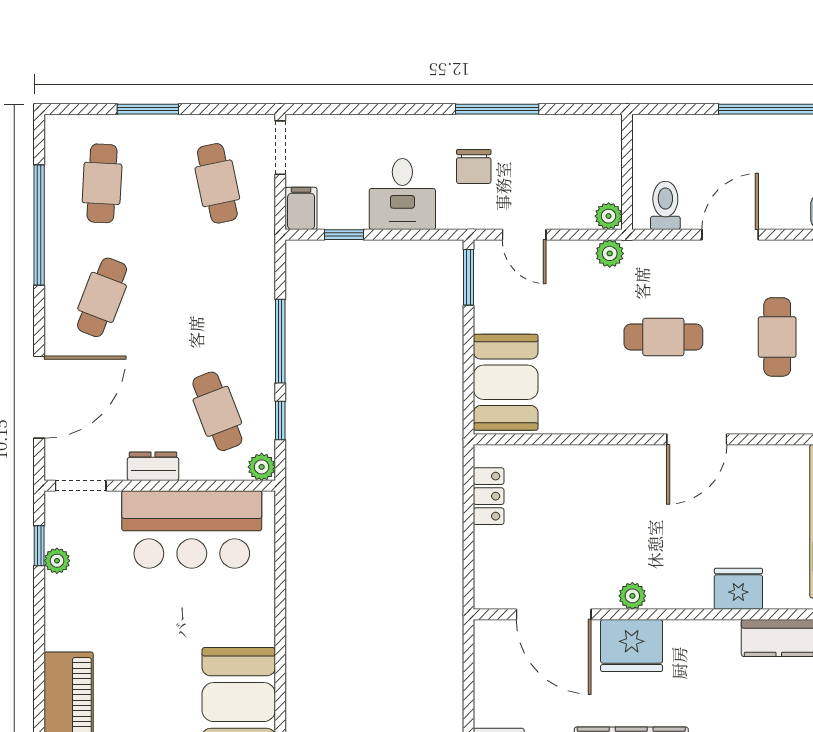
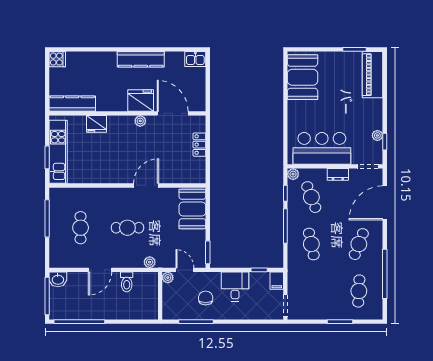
wall: (627, 172) -> (160, 296), moved
cafe table: (217, 183) -> (311, 244), moved
plant: (609, 216) -> (168, 278), moved
door: (697, 439) -> (146, 185), moved
locker: (489, 496) -> (199, 145), moved

